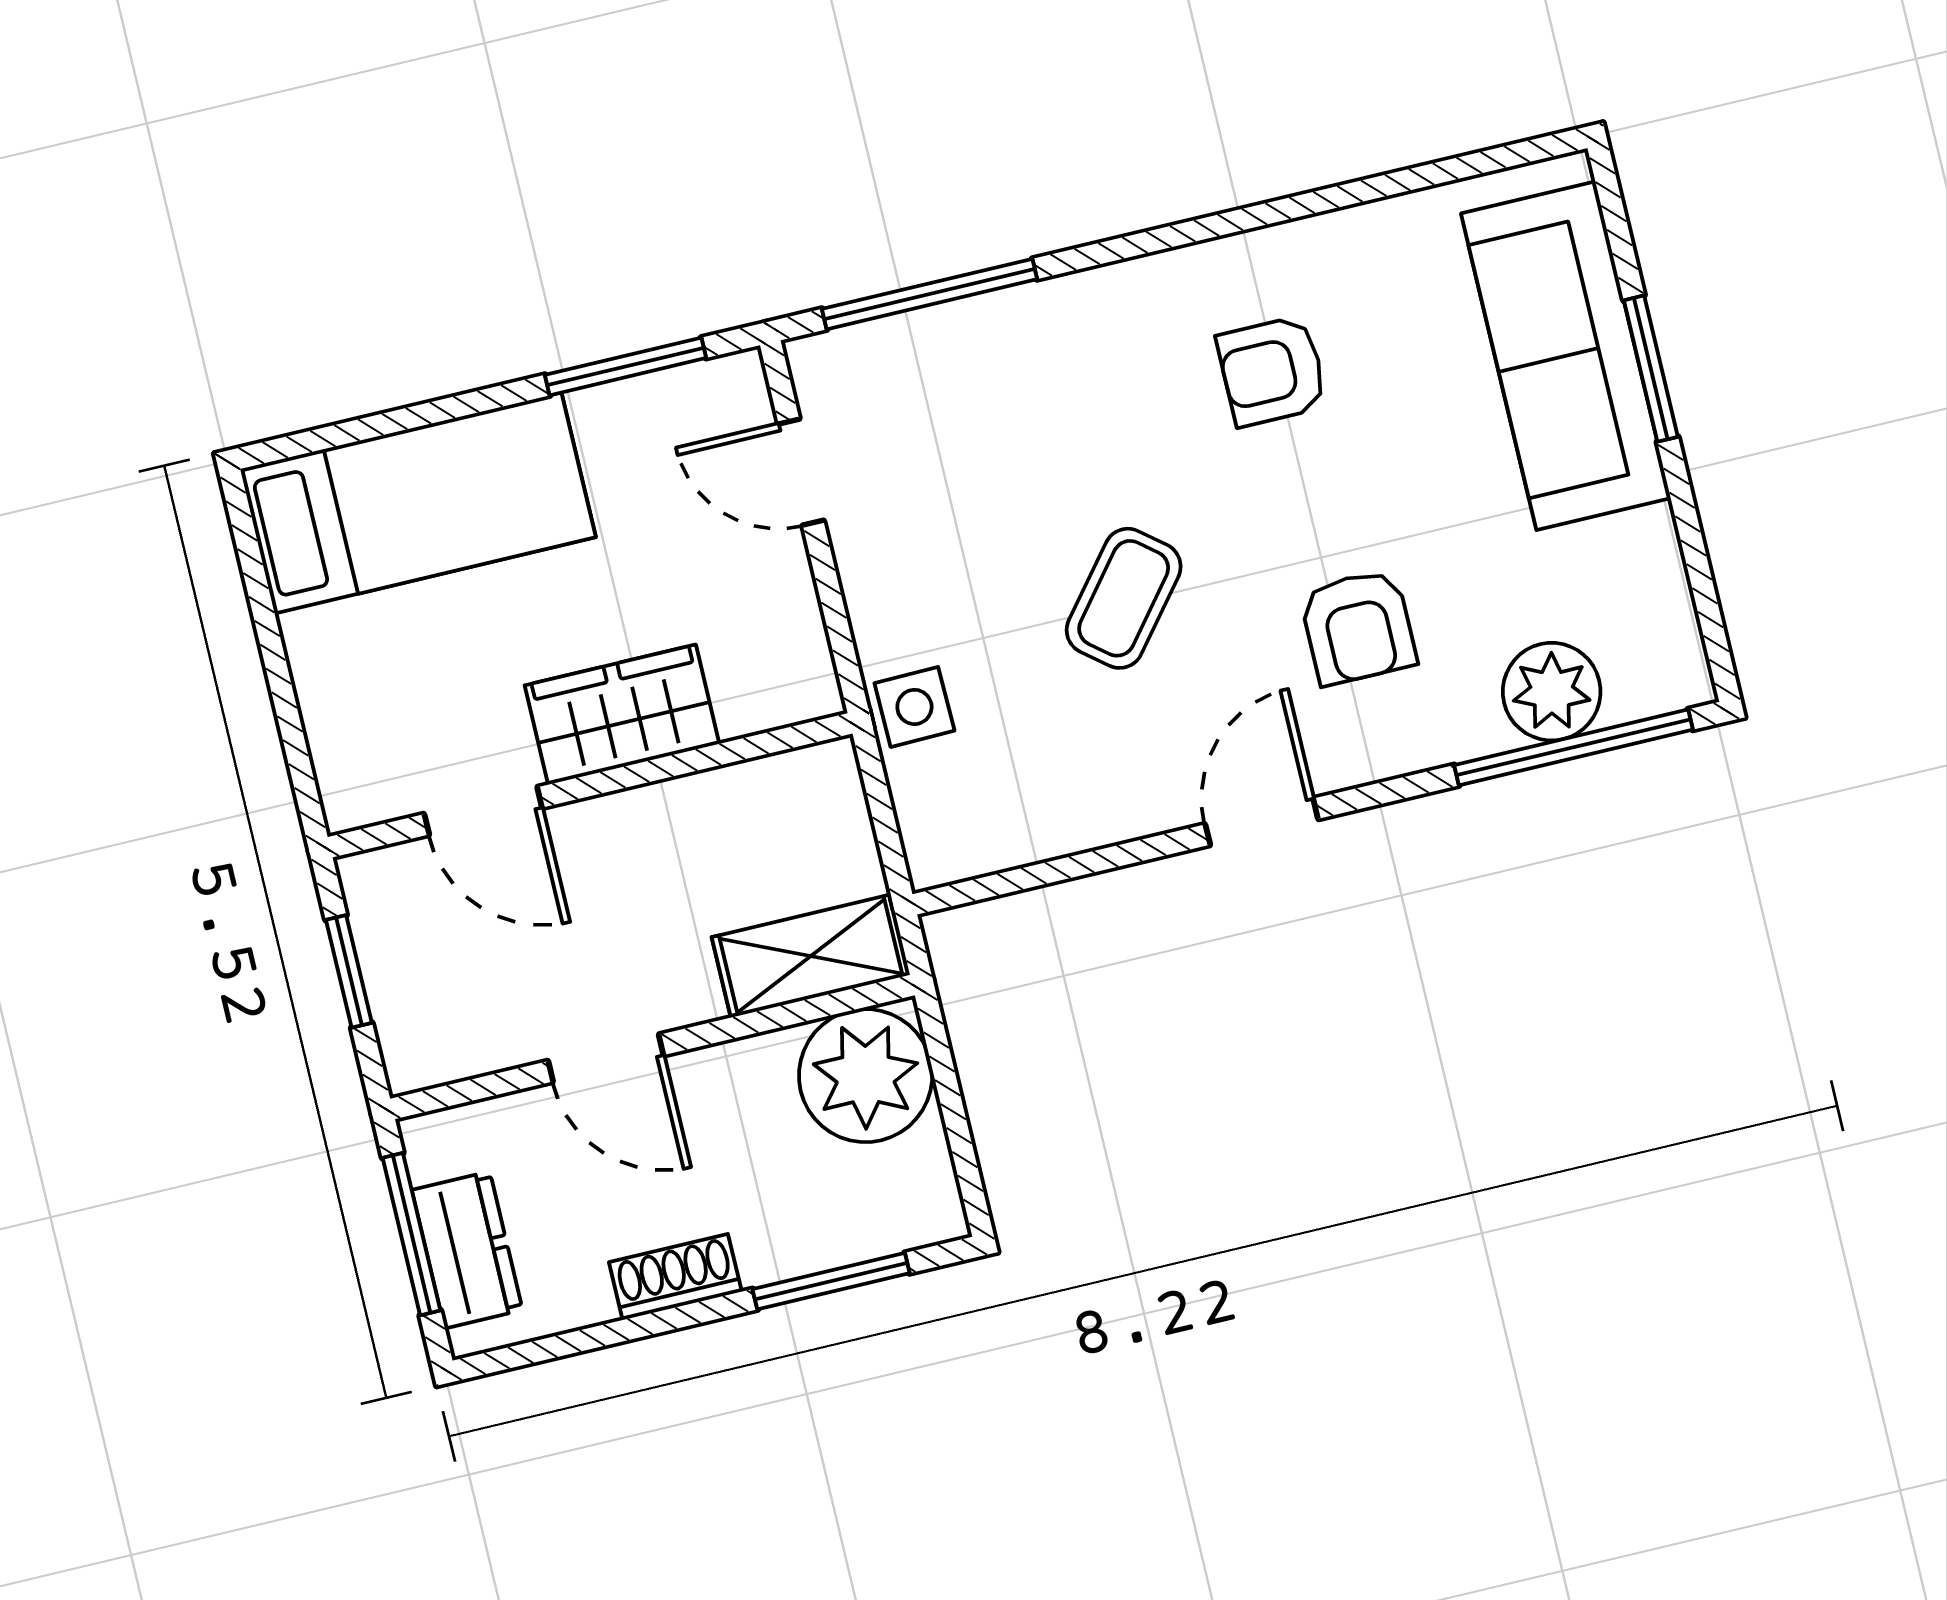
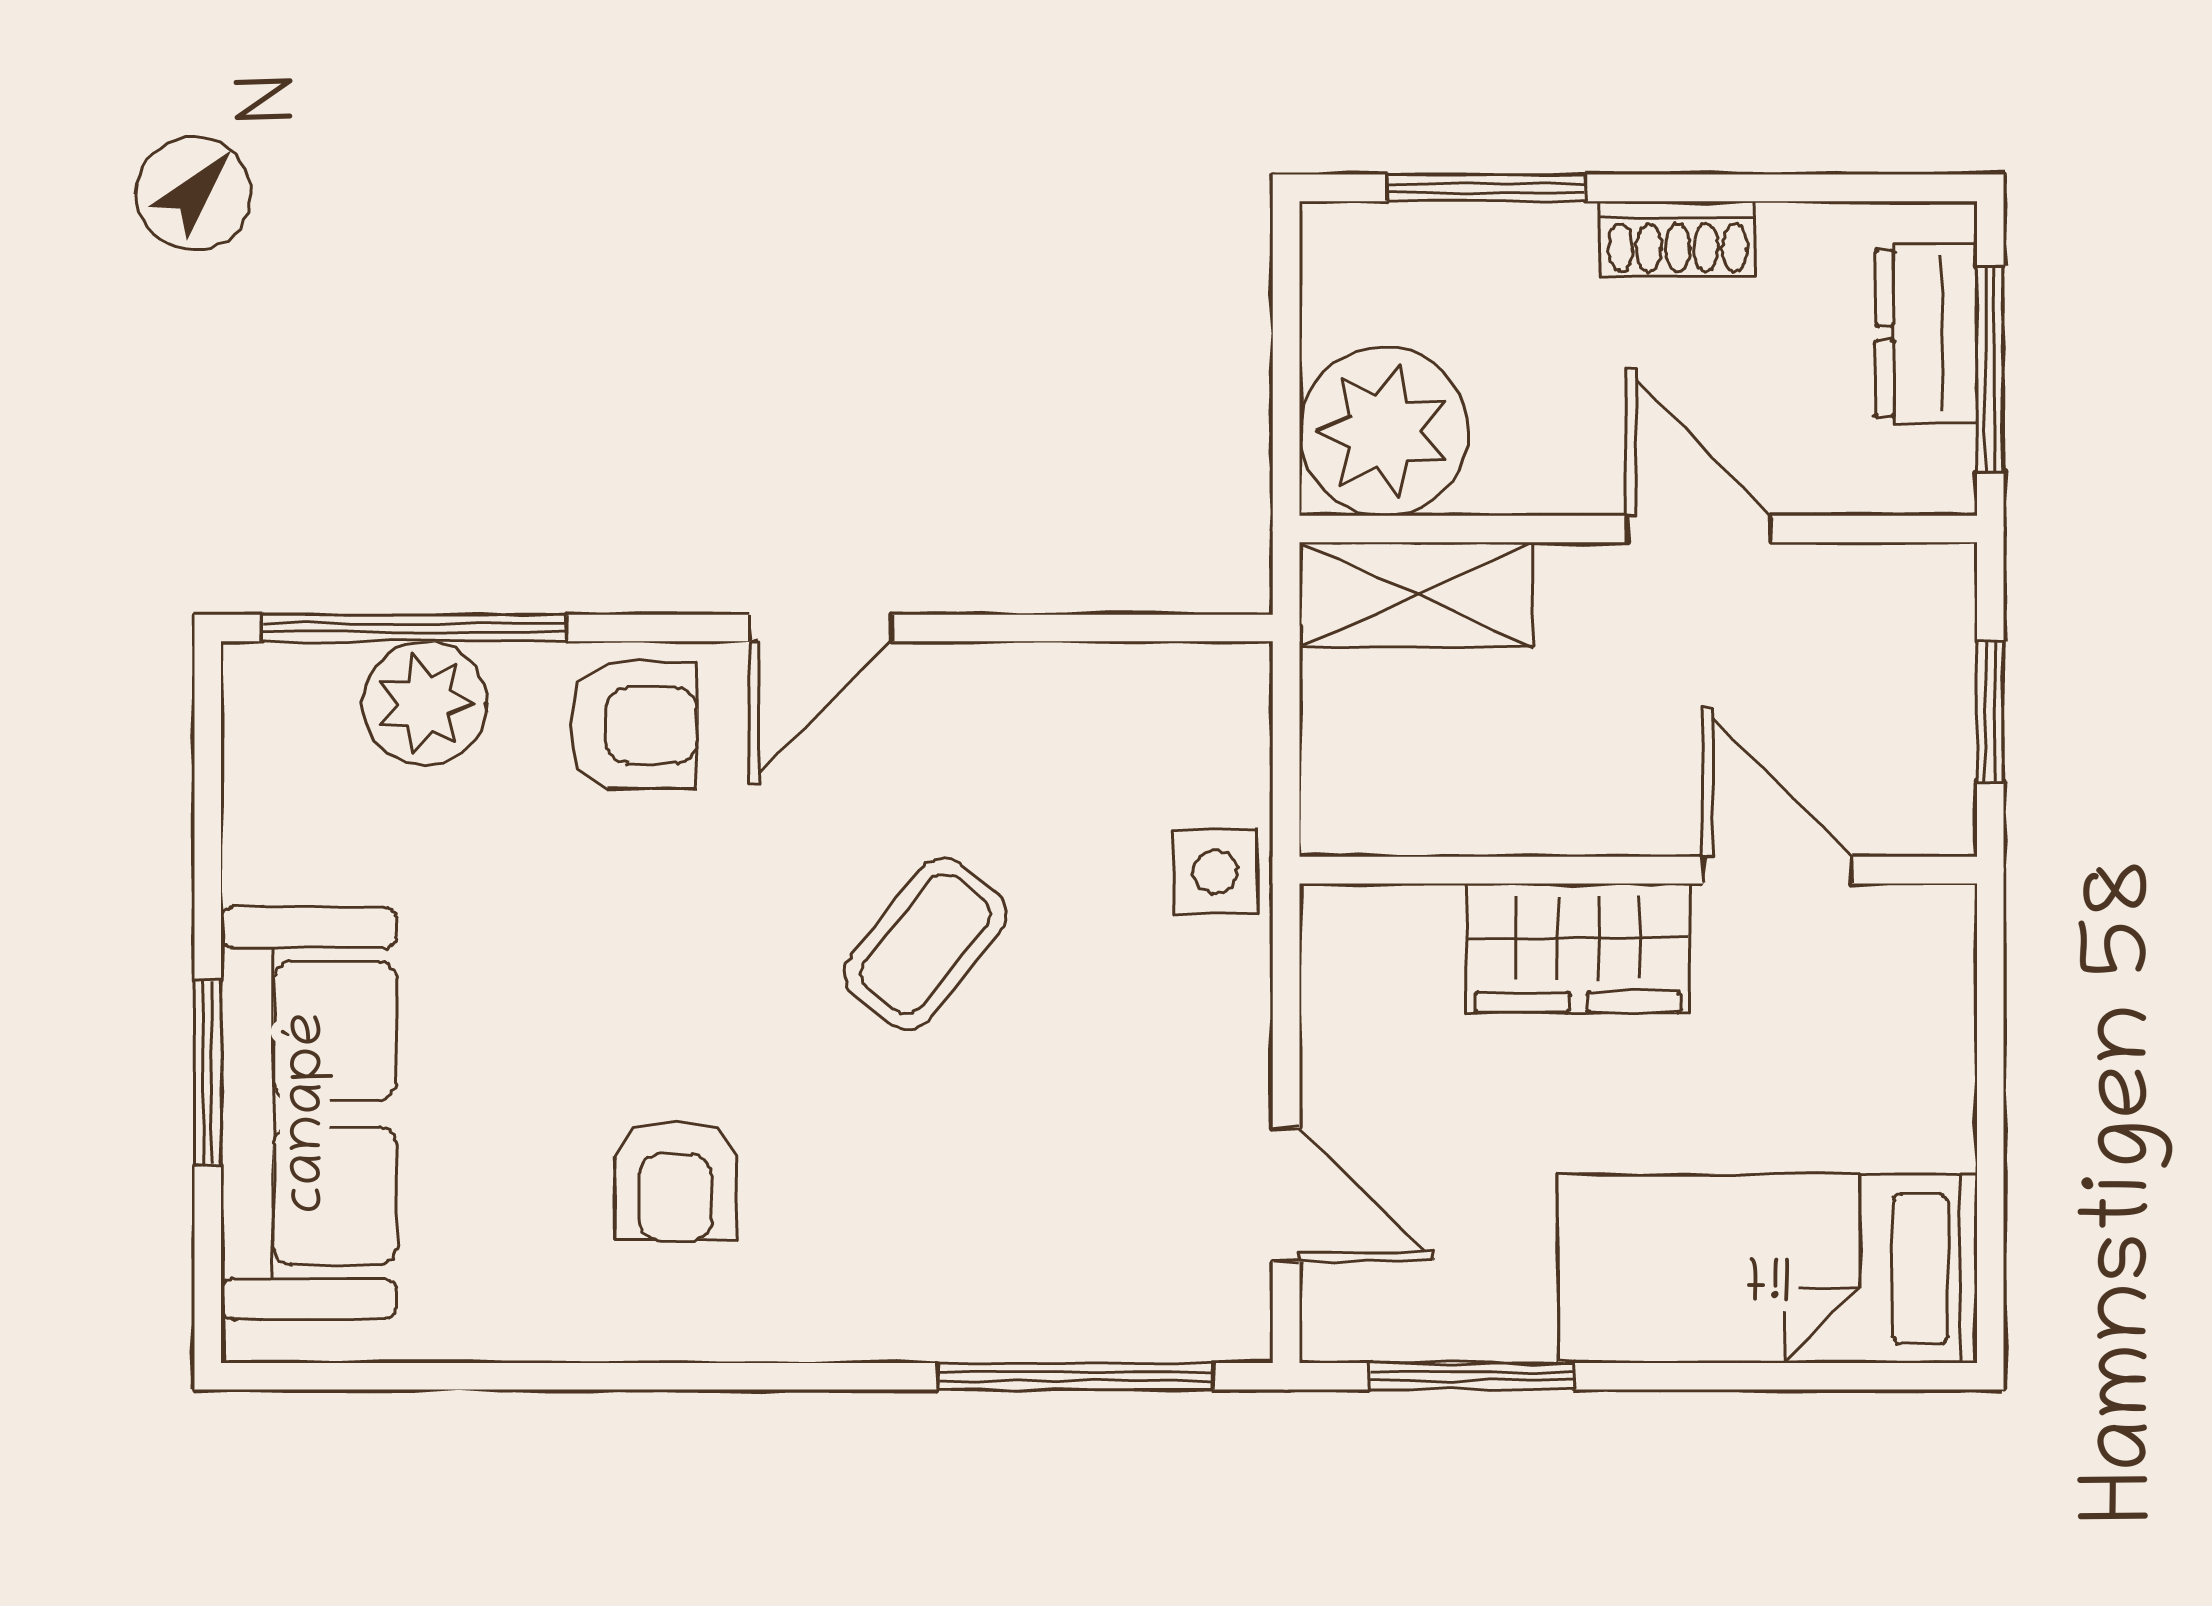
armchair: (1272, 371) -> (675, 1181), turned 90
armchair: (1358, 627) -> (634, 725), moved, turned 90

